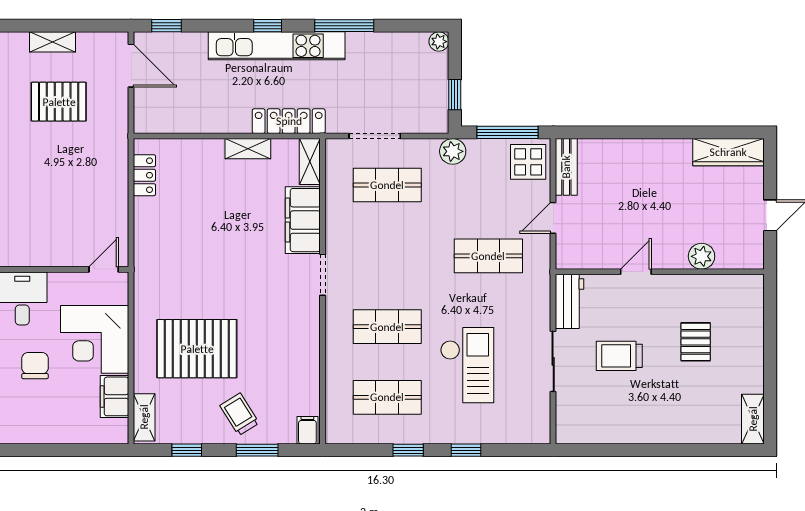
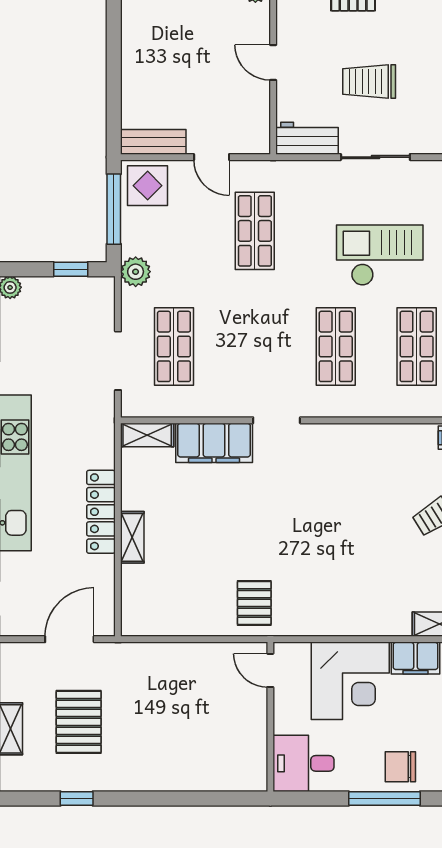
door: (131, 66) -> (69, 639), moved
locker: (289, 121) -> (101, 512), moved
shelving: (248, 149) -> (132, 537), moved
locker: (144, 175) -> (163, 624), removed
pallet: (197, 349) -> (254, 603), moved, width x0.49, depth x0.50
trolley: (619, 356) -> (369, 81), turned 90
chair: (35, 366) -> (400, 767), moved

